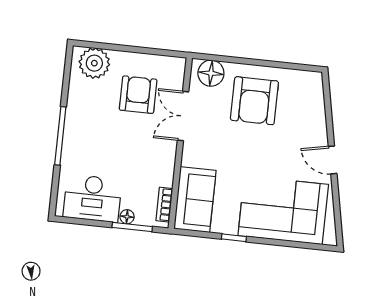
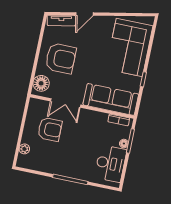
plant: (94, 63) -> (24, 149), width x0.53, depth x0.53
armchair: (138, 95) -> (50, 129), turned 180
tv unit: (316, 96) -> (61, 21), added
door: (333, 160) -> (84, 14), moved
sofa: (195, 200) -> (111, 99), width x1.36

